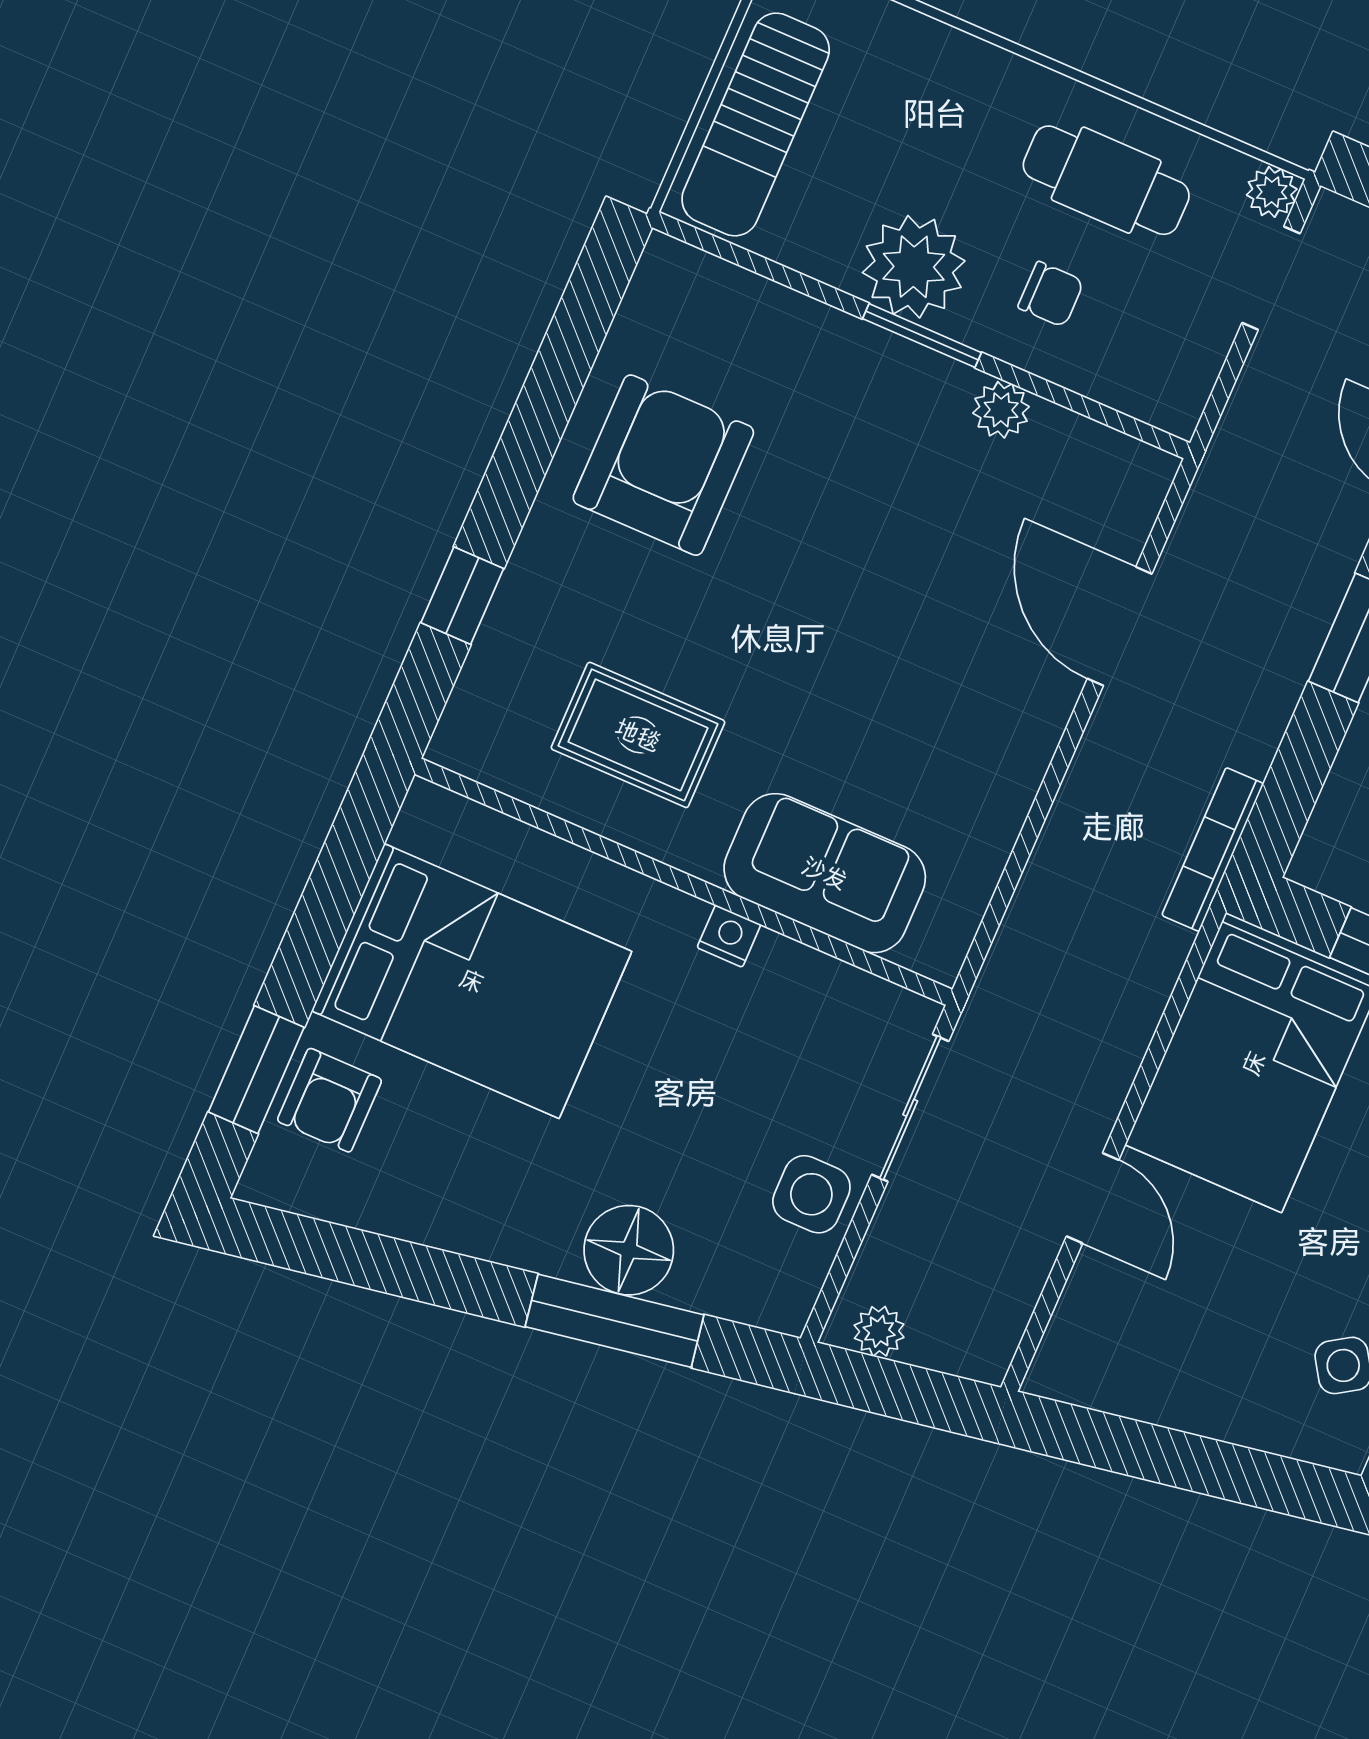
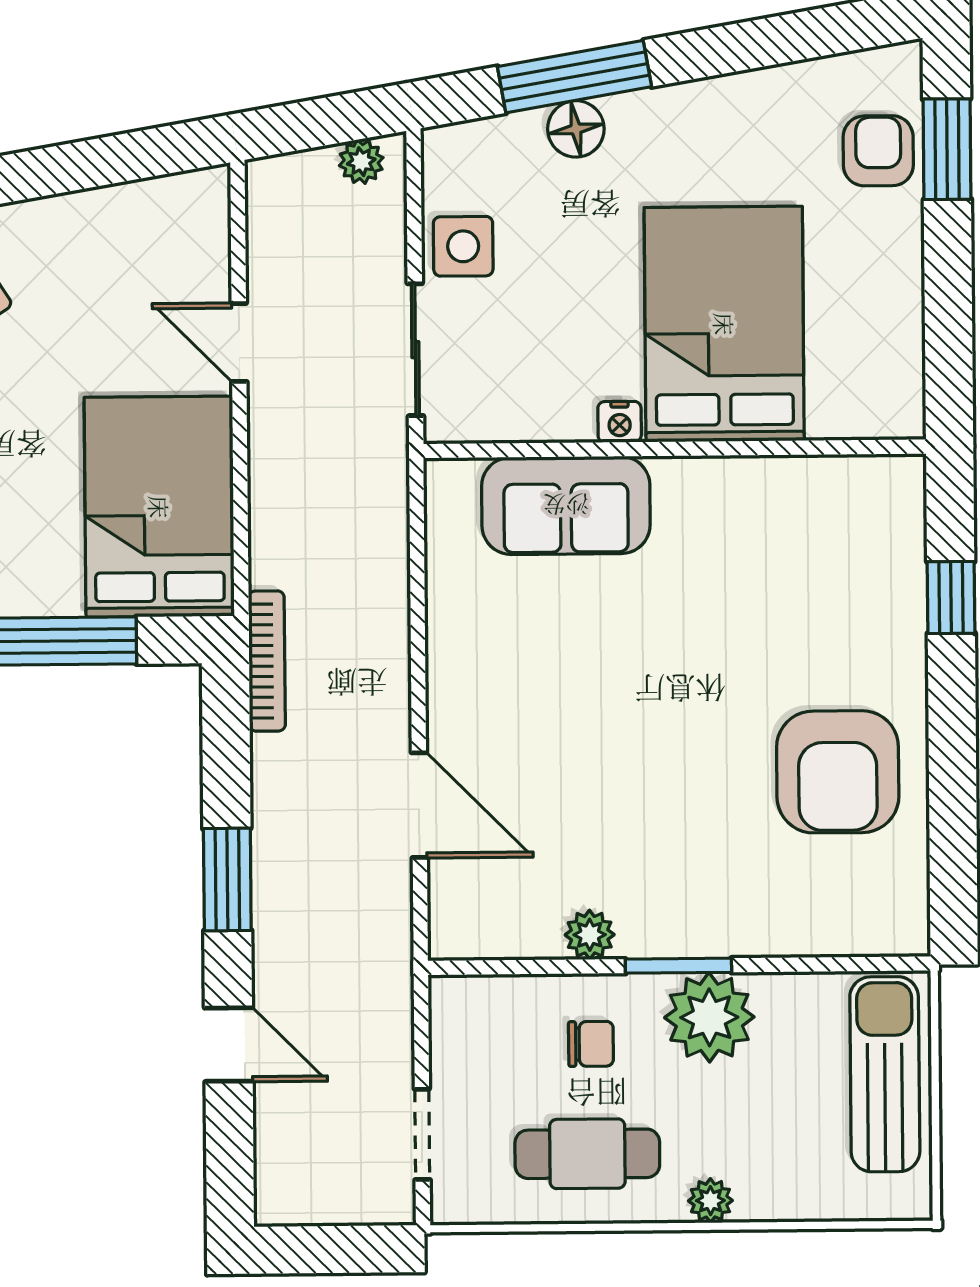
plant: (1272, 192) -> (710, 1201), moved
chair: (1051, 294) -> (591, 1044), turned 180
rug: (638, 735) -> (763, 549), removed
bed: (472, 981) -> (724, 324), moved, turned 90
floor lamp: (629, 1250) -> (576, 129), width x0.73, depth x0.73

